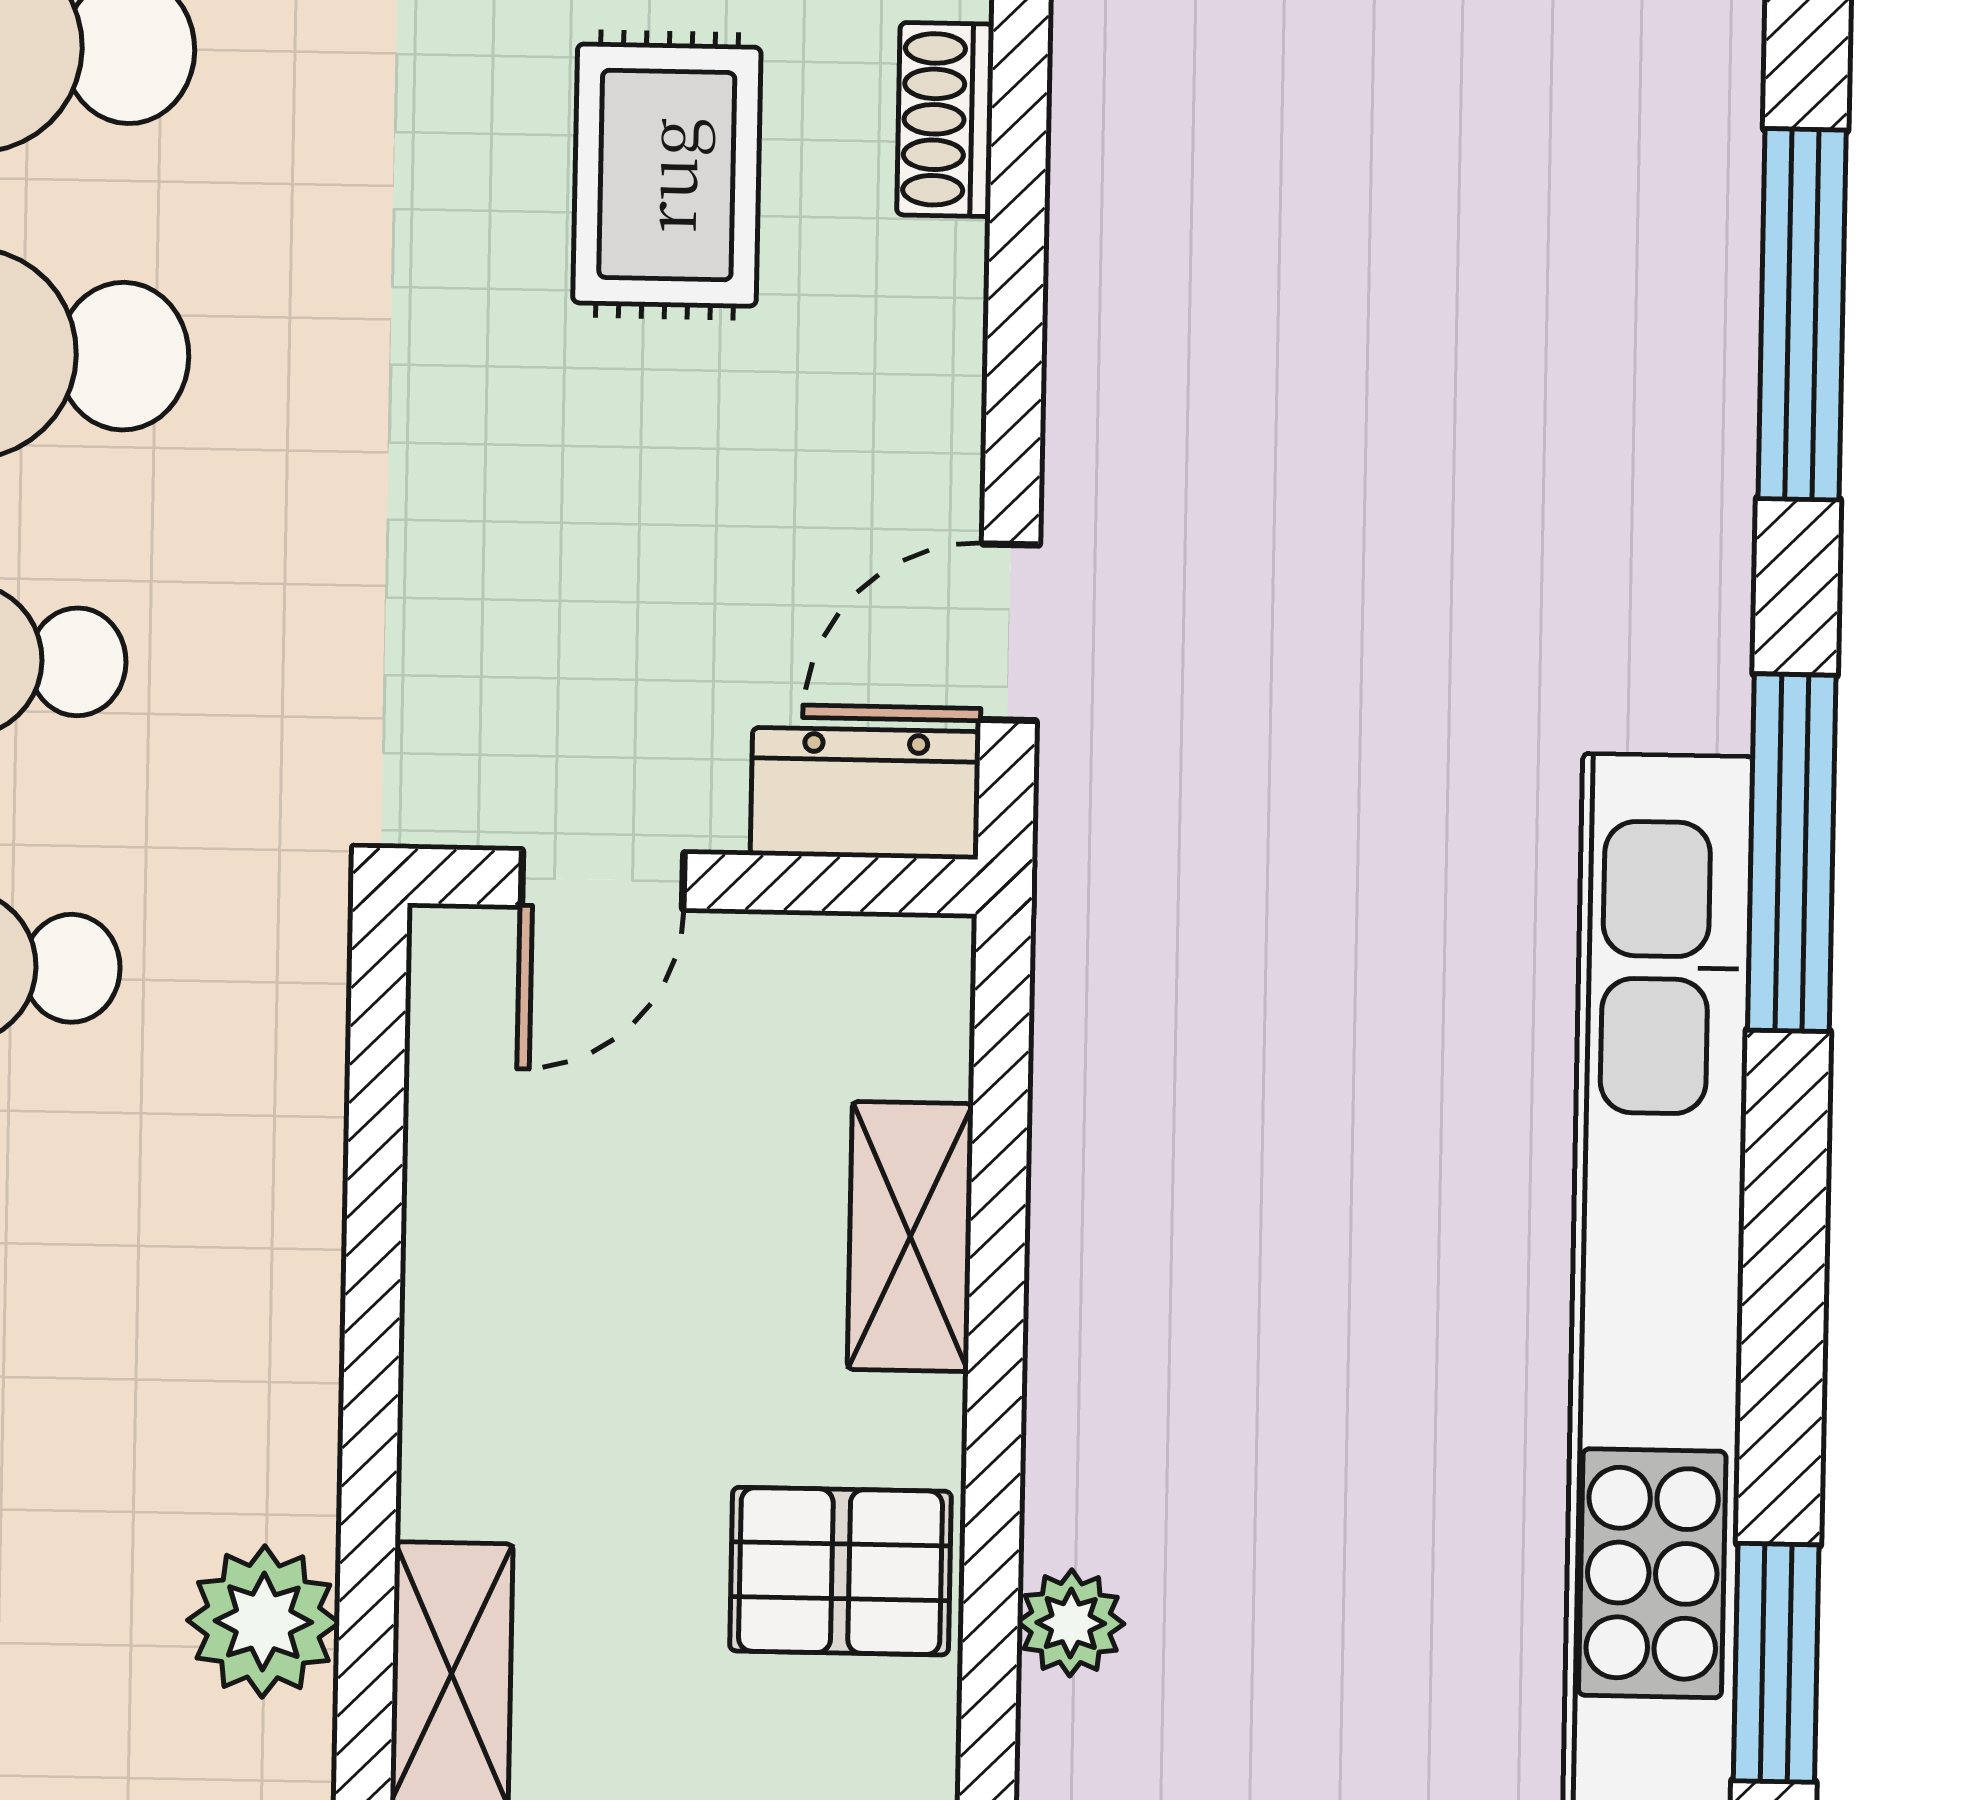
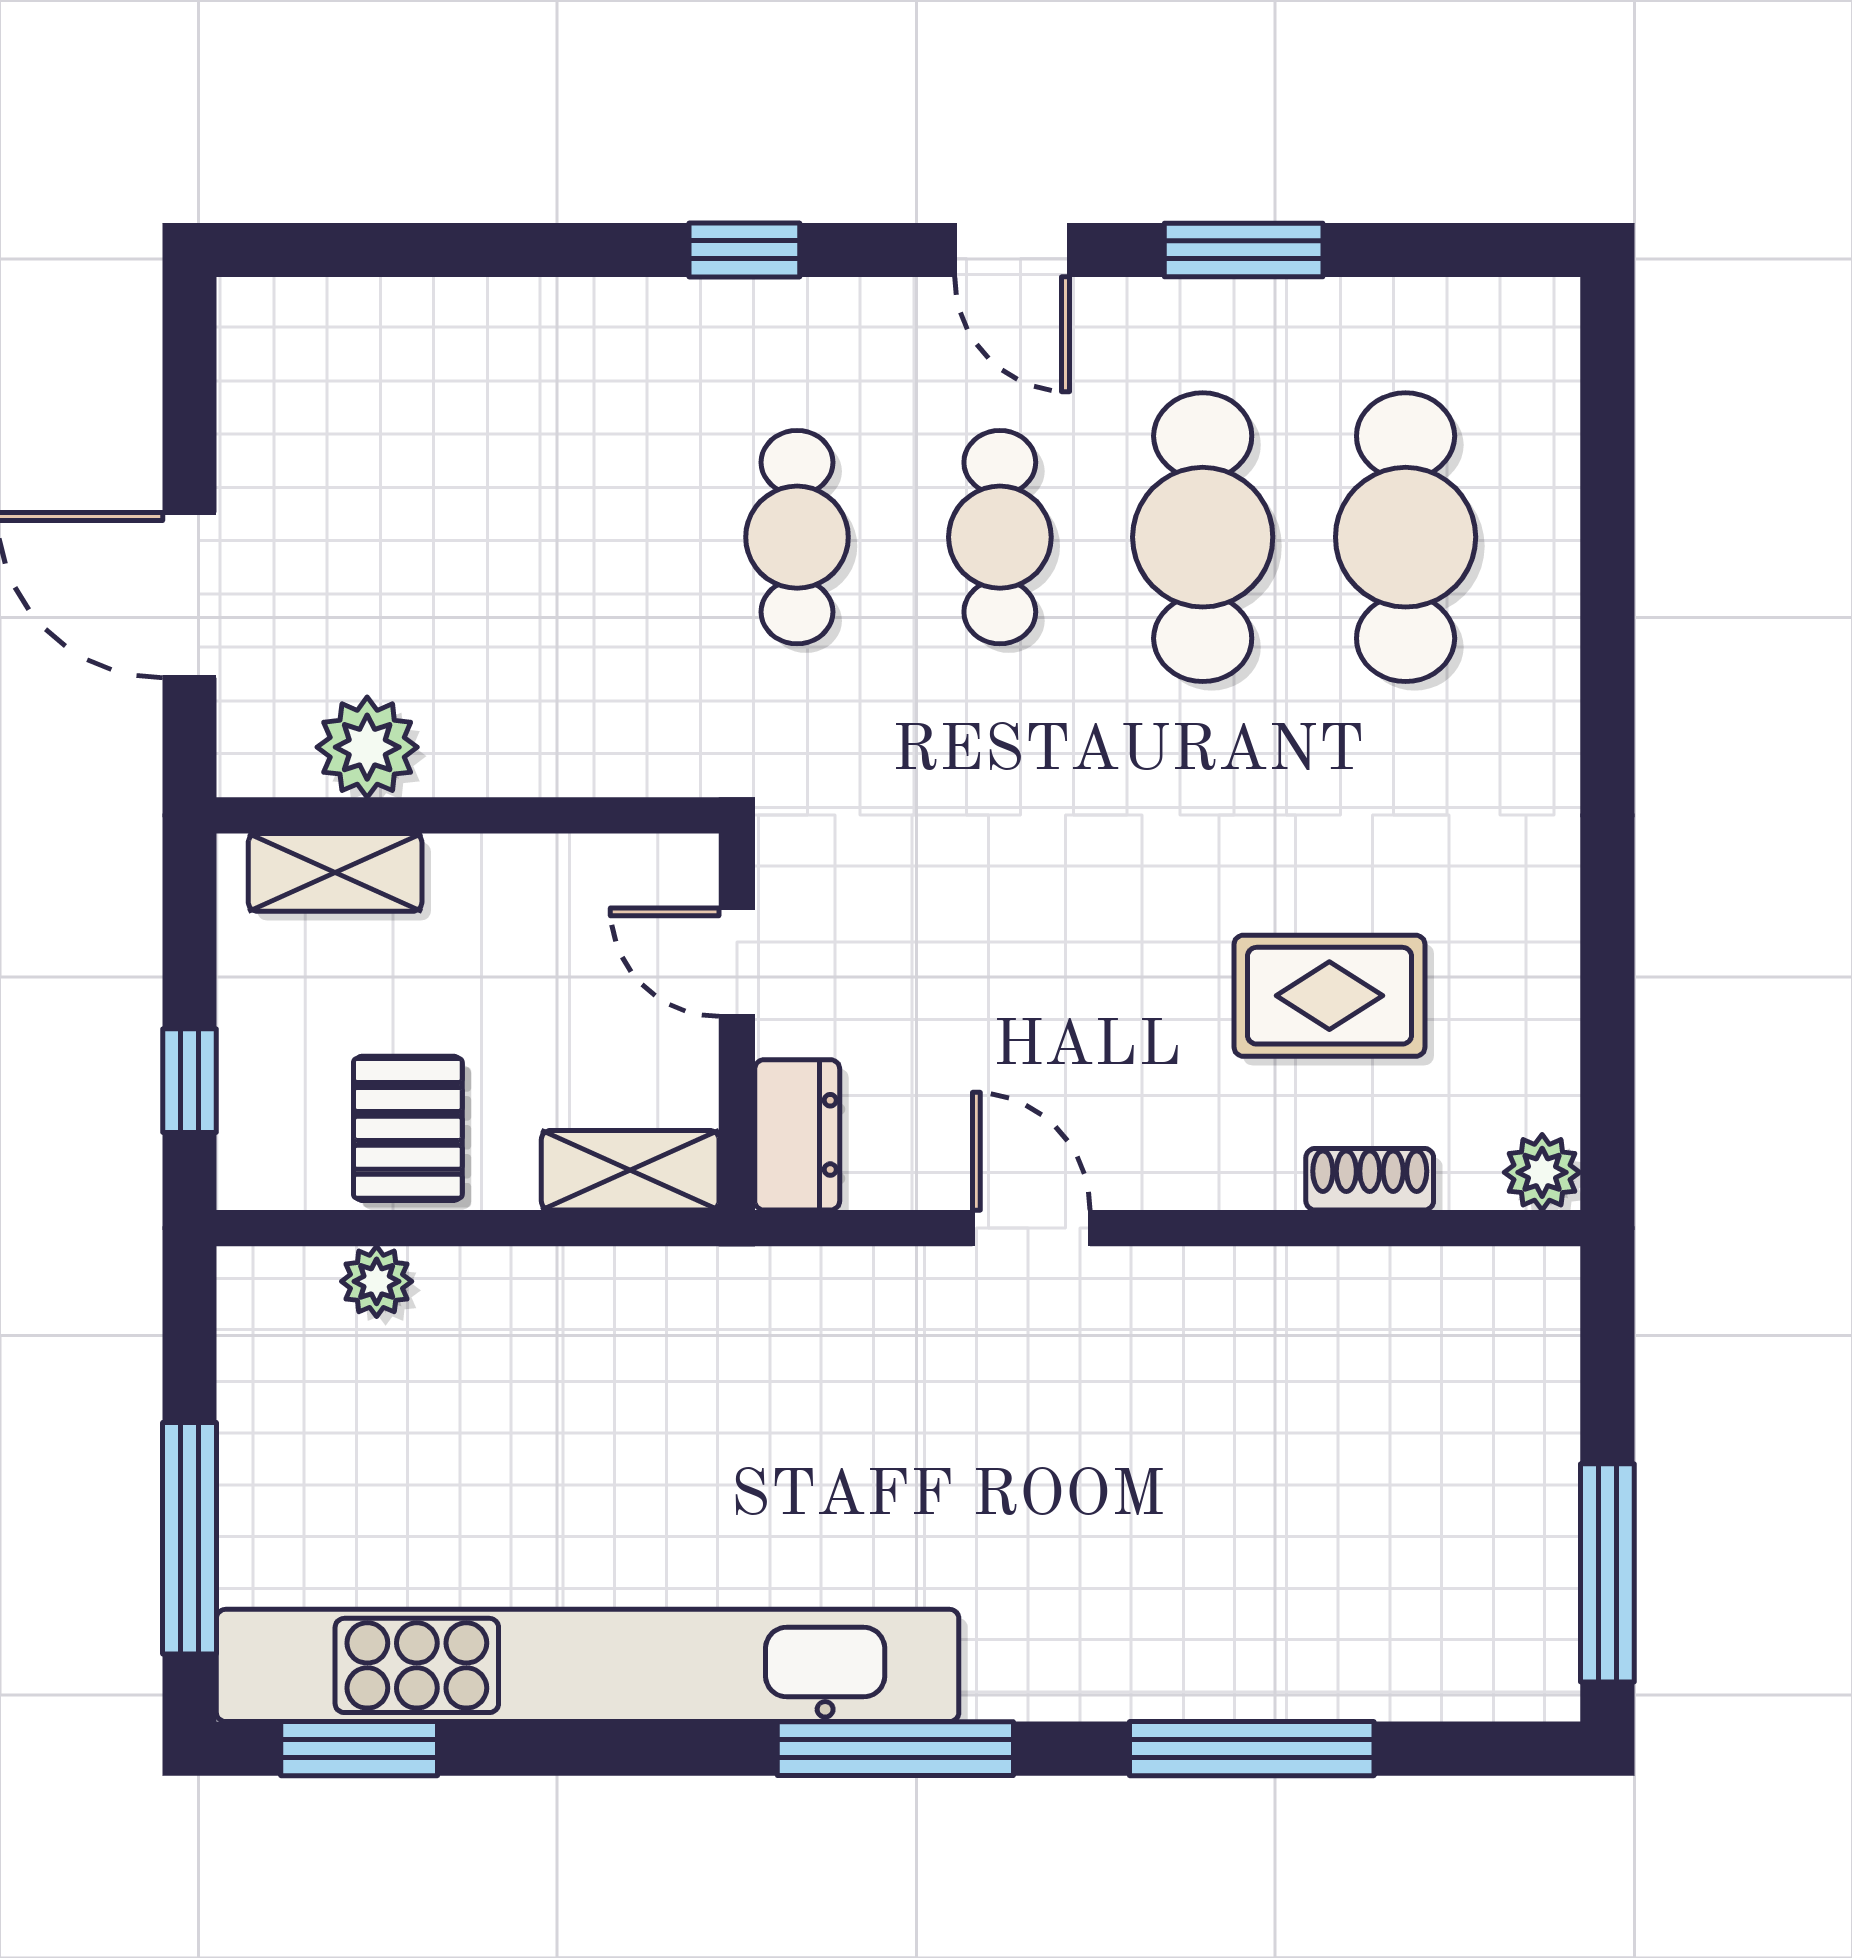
dresser: (865, 793) -> (797, 1135), moved
door: (603, 879) -> (737, 962), moved
wall: (693, 881) -> (737, 1022), moved

